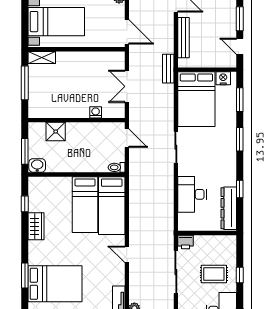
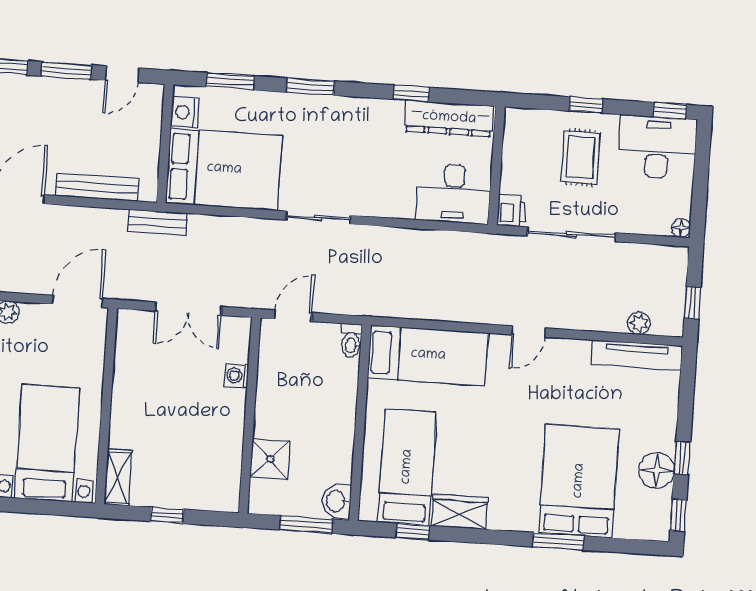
window: (25, 83) -> (167, 515), width x0.46
desk: (192, 194) -> (454, 194), moved
bed: (85, 205) -> (407, 467), moved, turned -90

